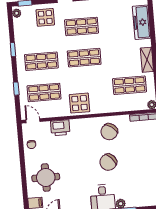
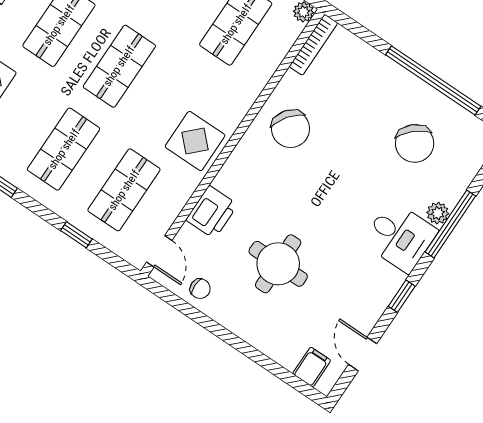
door: (33, 121) -> (159, 251), swing flipped
chair: (108, 162) -> (415, 143), moved
round table: (46, 177) -> (278, 264), moved

